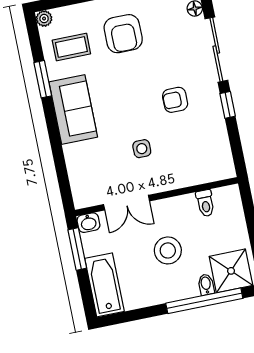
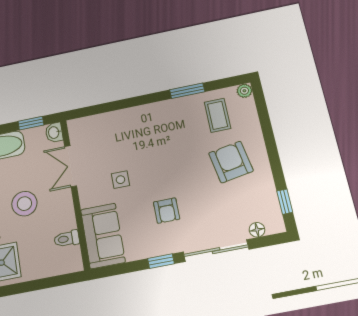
armchair: (123, 34) -> (231, 162), turned 80
armchair: (175, 100) -> (167, 211), turned 180
sofa: (73, 110) -> (103, 236), moved, turned -90
window: (77, 249) -> (31, 123), width x0.67

